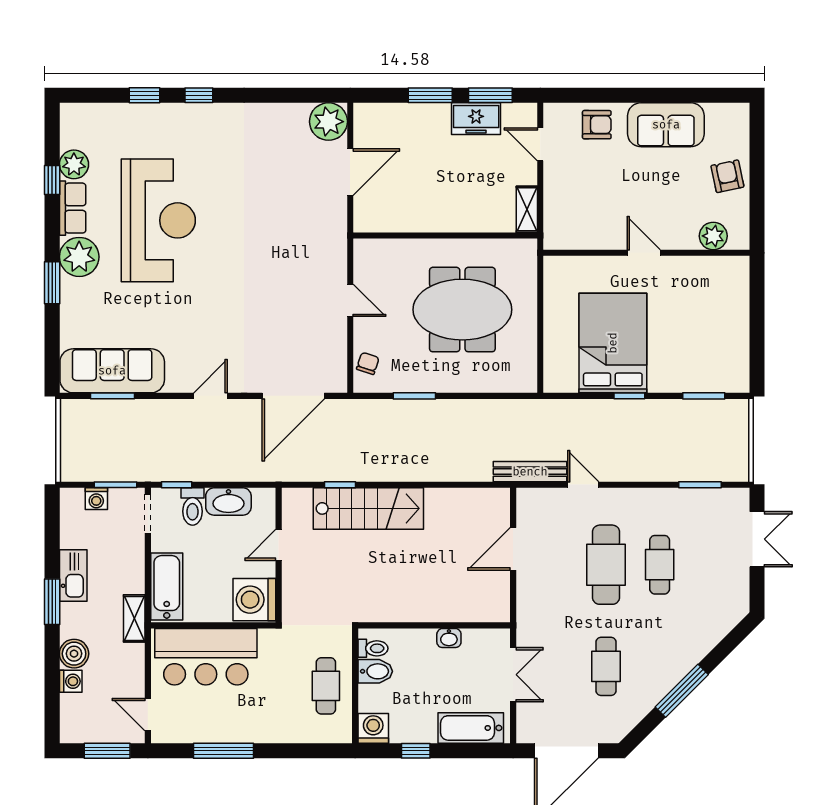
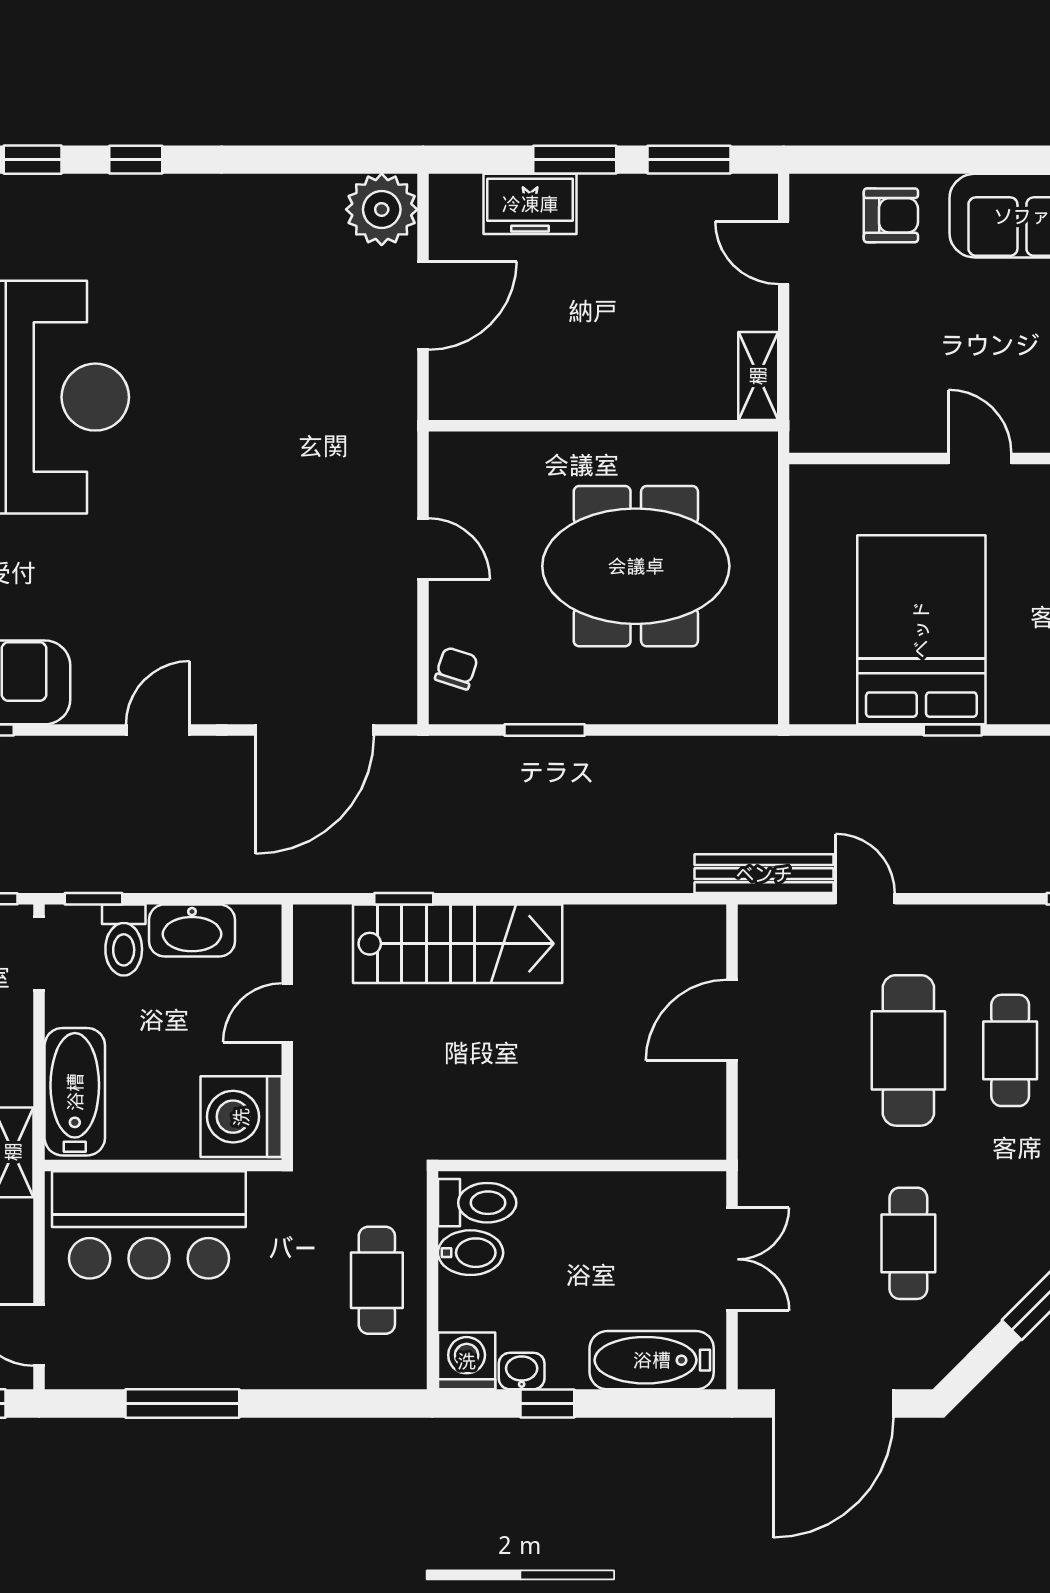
freezer: (476, 119) -> (530, 204), moved
washbasin: (449, 638) -> (522, 1371), moved, turned 180
toilet: (373, 648) -> (477, 1203), width x1.37, depth x1.39

